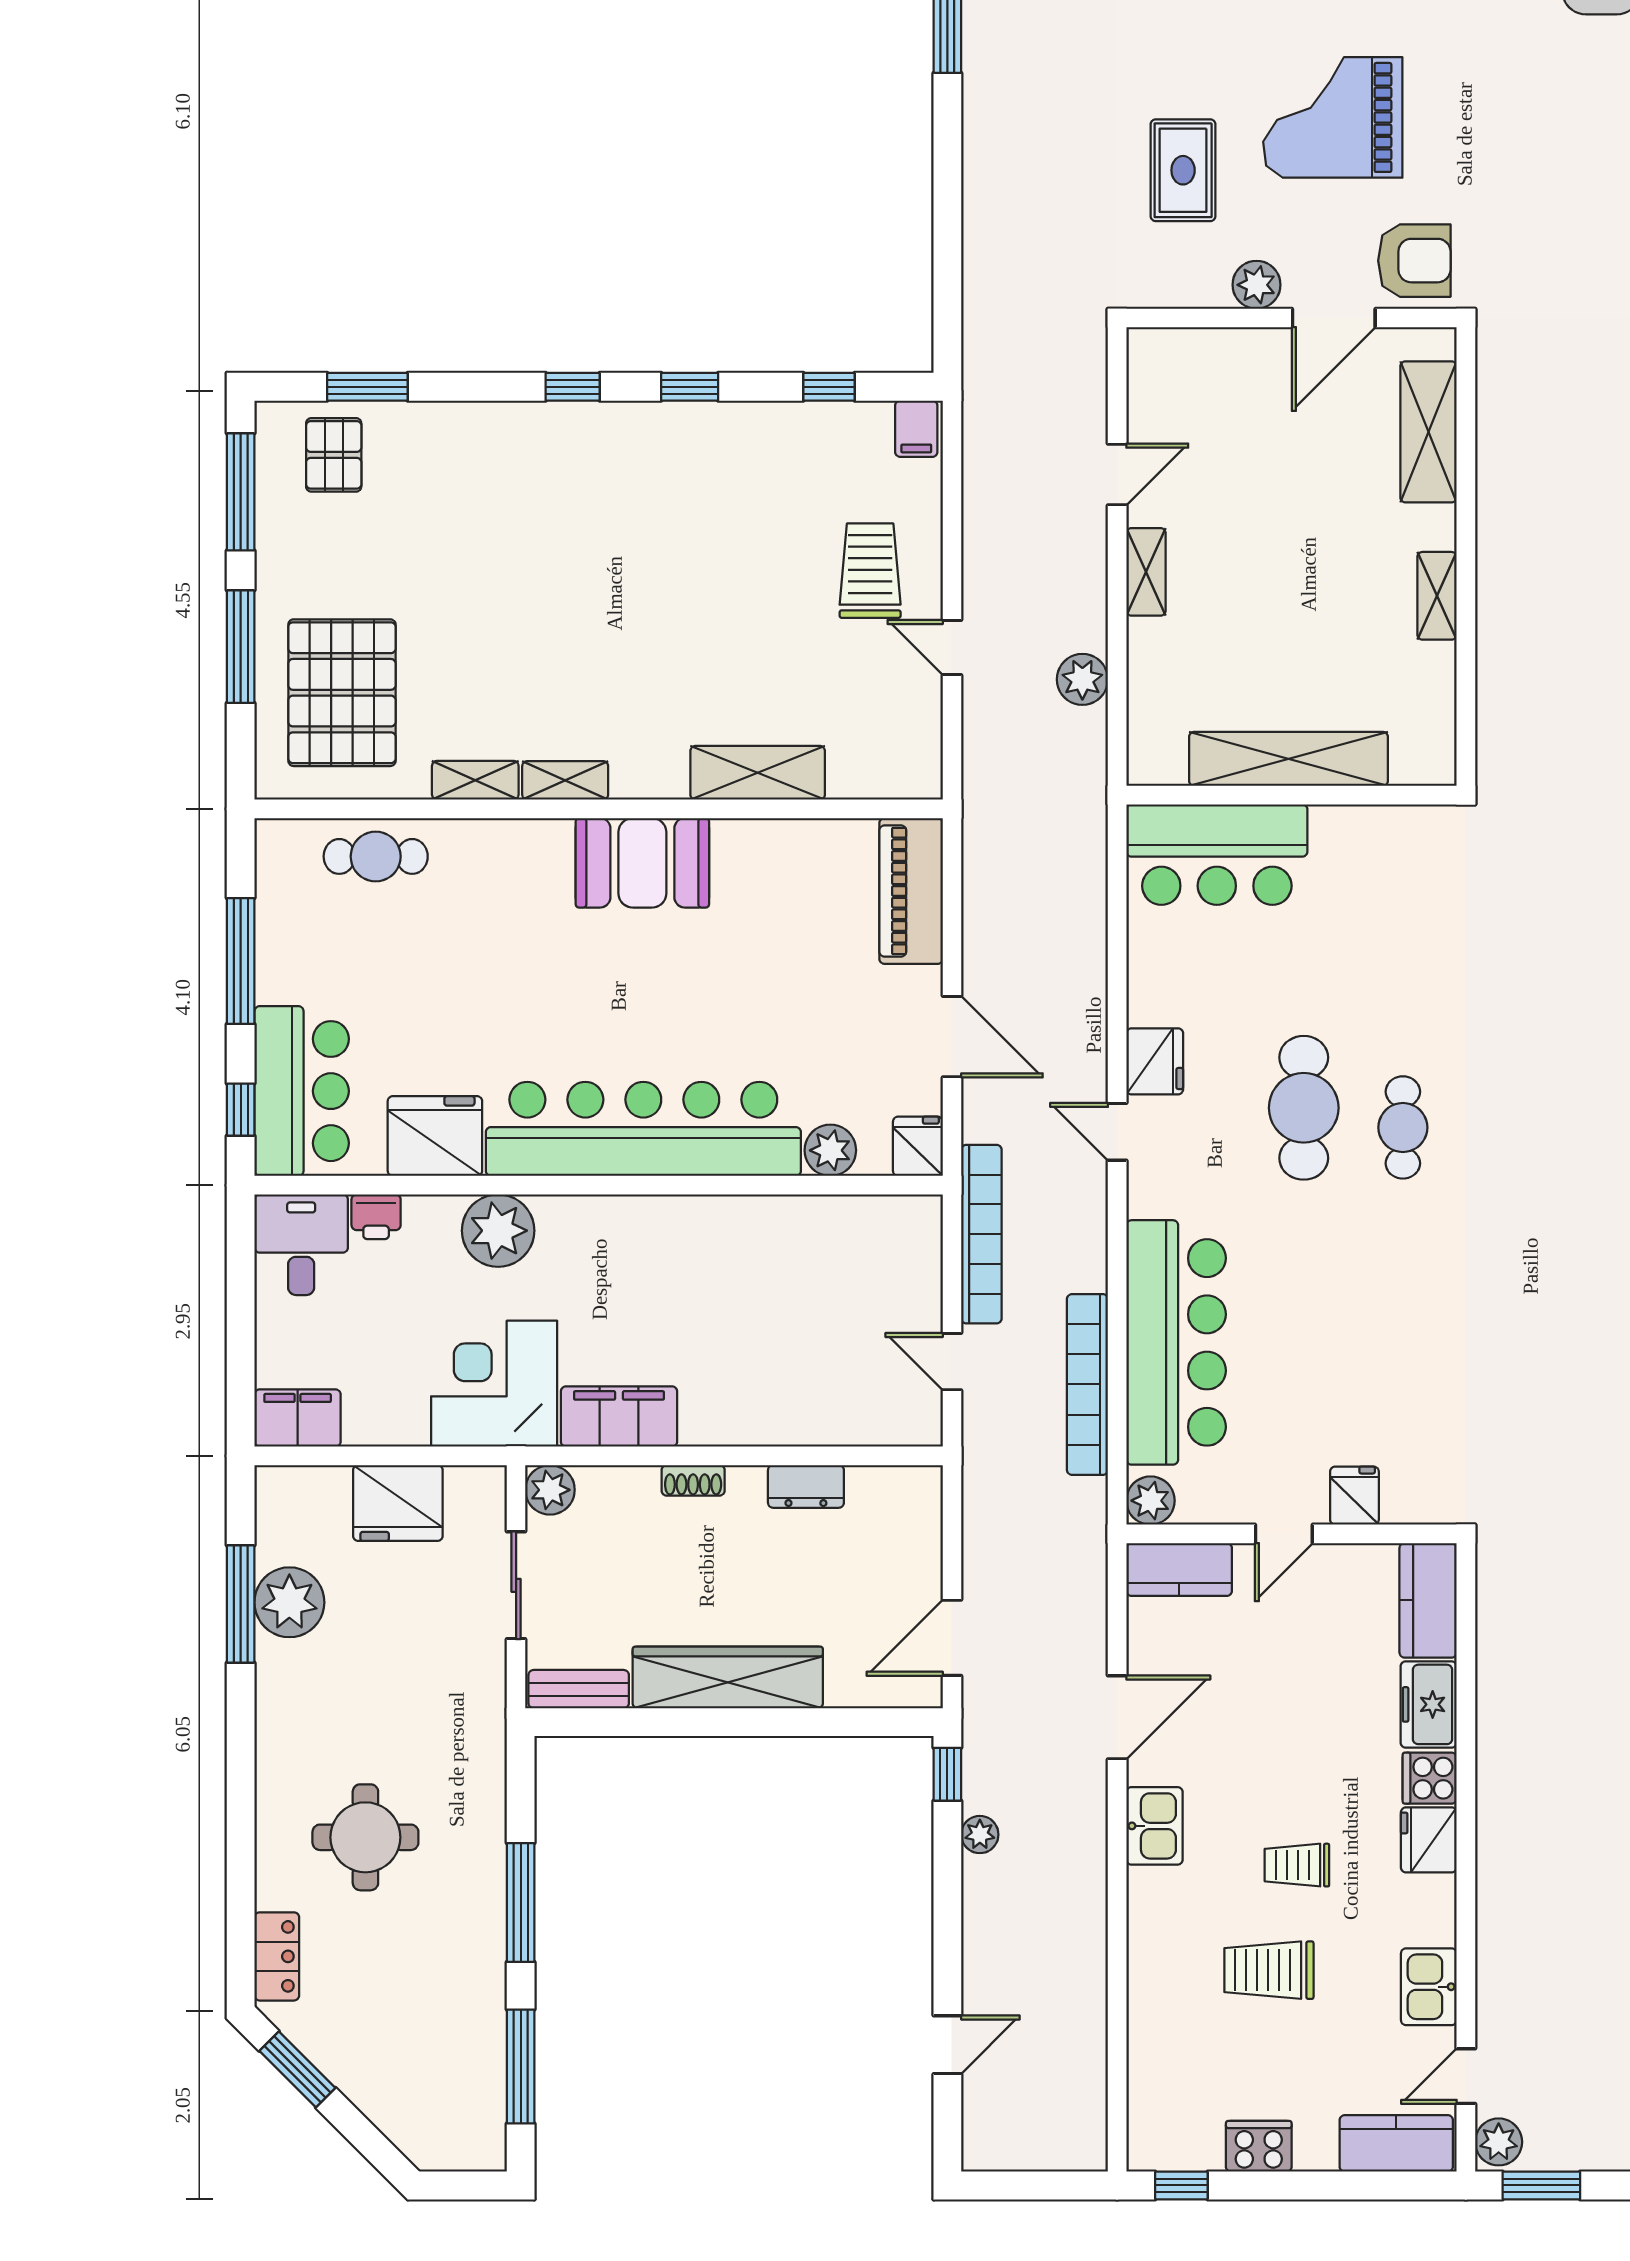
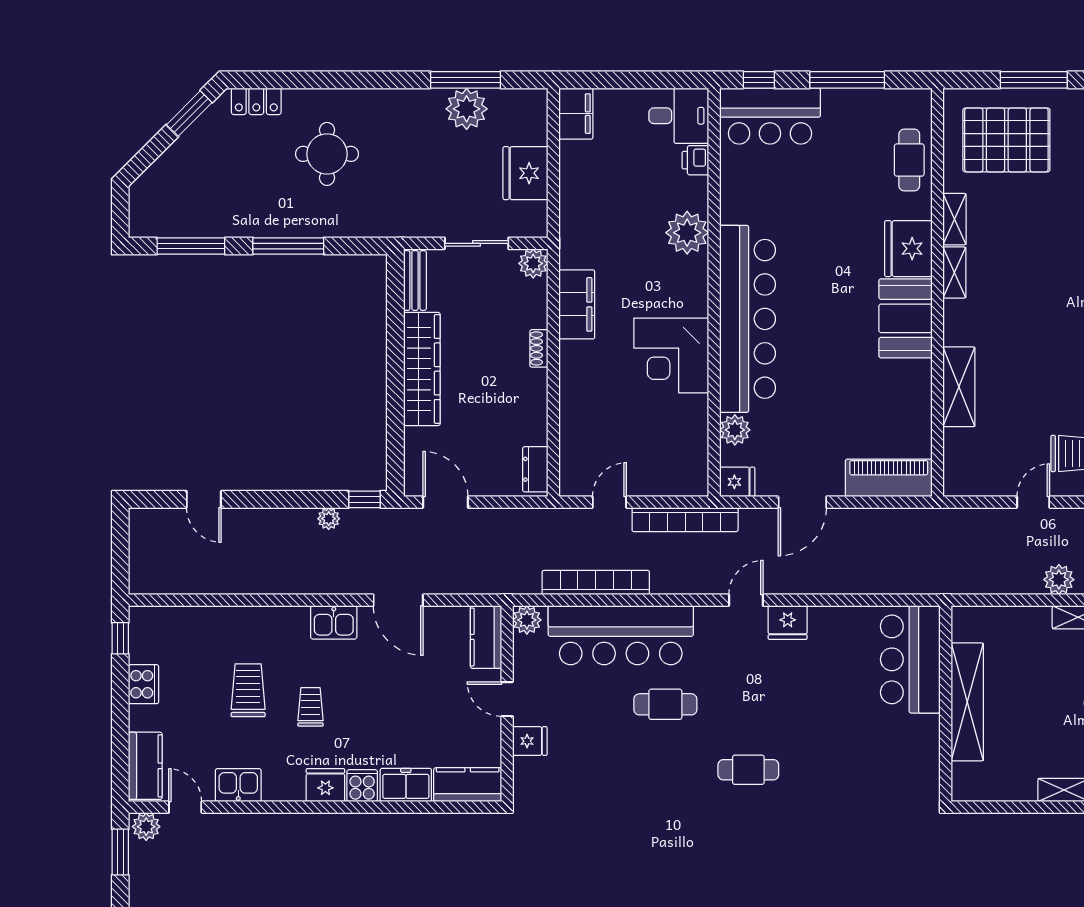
plant: (1082, 679) -> (1059, 580), moved
cafe table: (1304, 1108) -> (665, 704), moved, width x0.73, depth x0.74
fridge: (435, 1136) -> (908, 249), moved, turned 180
corner desk: (494, 1384) -> (671, 356), moved, turned 180
dresser: (806, 1486) -> (535, 469), moved

